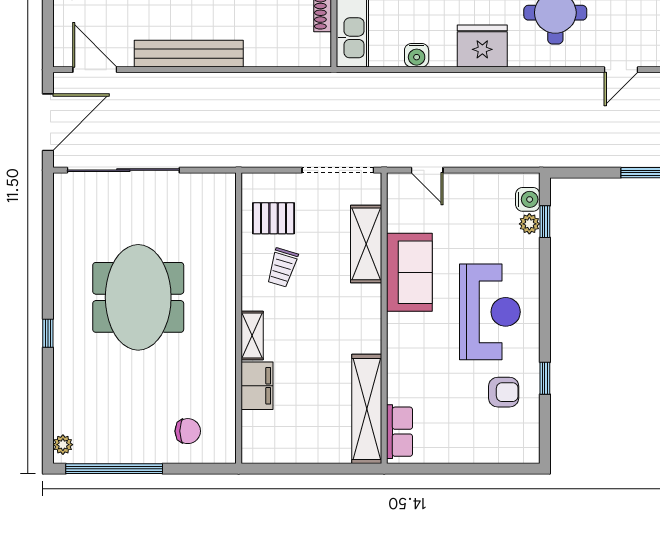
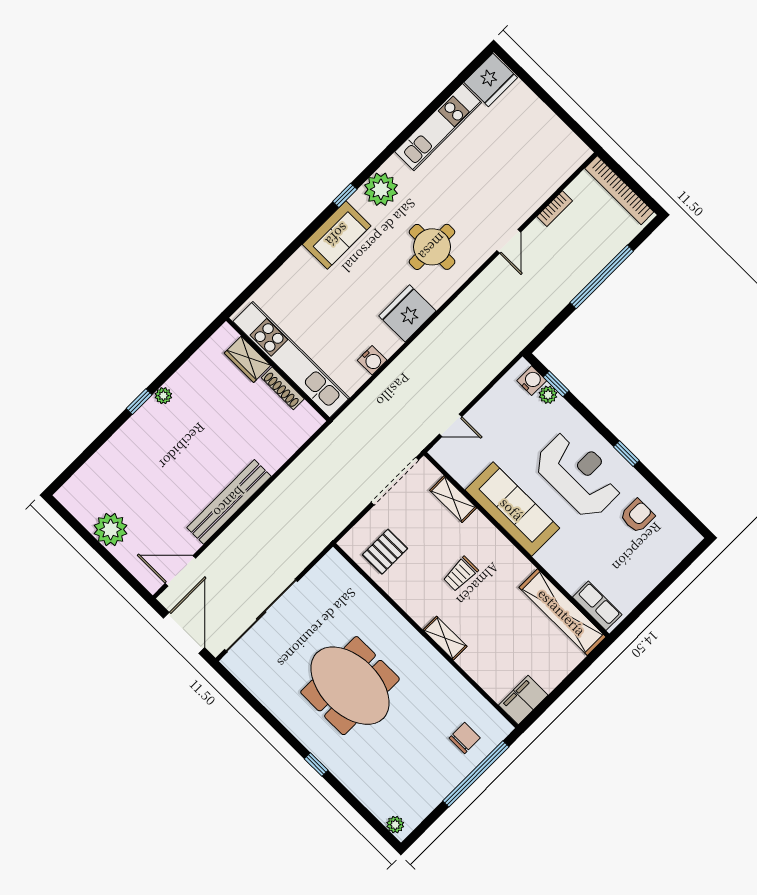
shelving: (366, 244) -> (453, 499), width x0.67, depth x0.75
trolley: (282, 268) -> (461, 574), moved, turned 73
sofa: (409, 272) -> (512, 509), width x1.36
window: (545, 378) -> (626, 454), moved
filing cabinet: (257, 386) -> (523, 700), moved, turned -90
window: (114, 469) -> (476, 774), moved

